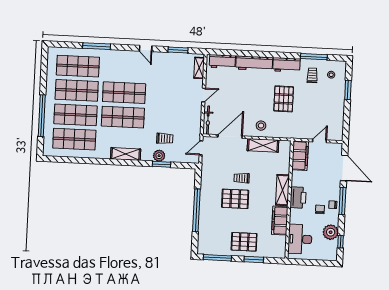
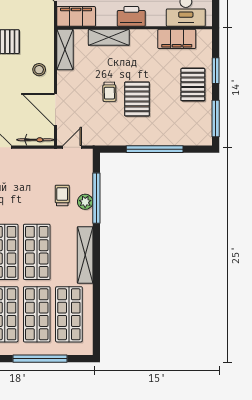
shelving: (263, 145) -> (65, 50), moved
door: (201, 148) -> (72, 147), swing flipped
shelving: (126, 154) -> (85, 255), width x1.47
window: (161, 164) -> (96, 198), width x2.11
shelving: (282, 190) -> (109, 37), moved
filing cabinet: (280, 221) -> (177, 39), moved

